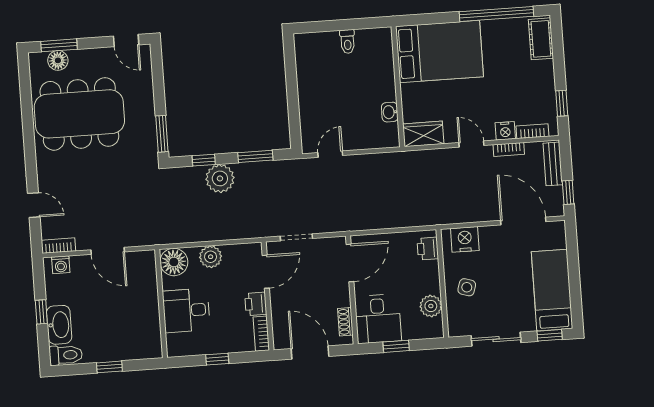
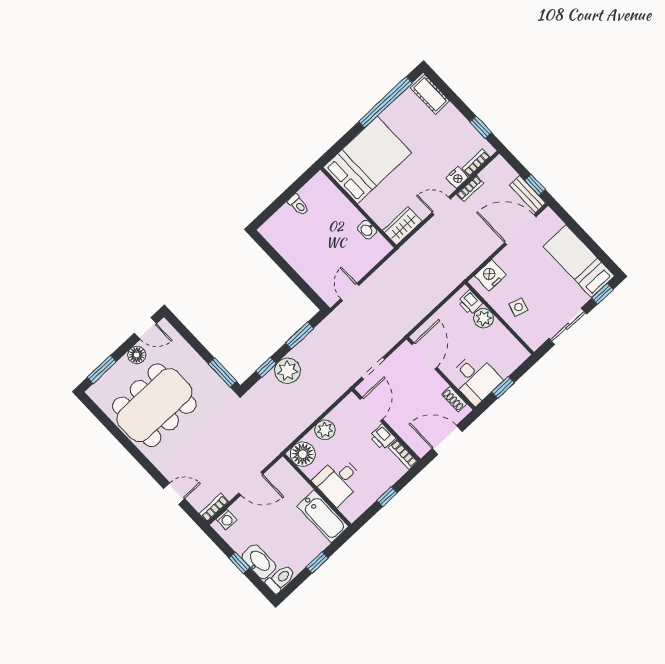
floor lamp: (58, 60) -> (137, 355), moved
bench: (553, 164) -> (528, 194), moved
plant: (431, 306) -> (484, 318), moved
bathtub: (147, 330) -> (323, 516), added

